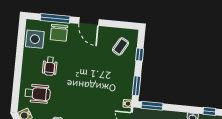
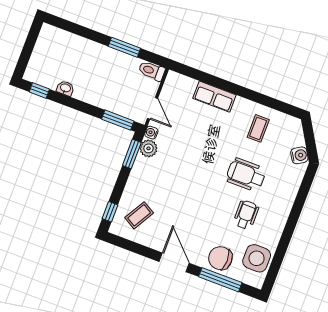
chair: (59, 33) -> (220, 258), turned -90
window: (140, 55) -> (110, 212), moved
plant: (126, 93) -> (148, 148), added
wheelchair: (38, 94) -> (246, 175), moved

